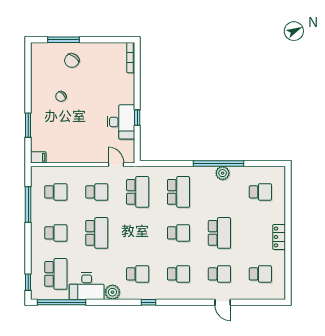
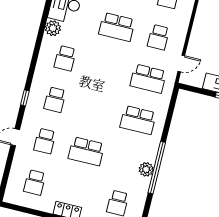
school desk: (179, 233) -> (96, 110), removed
window: (149, 302) -> (25, 98), moved

